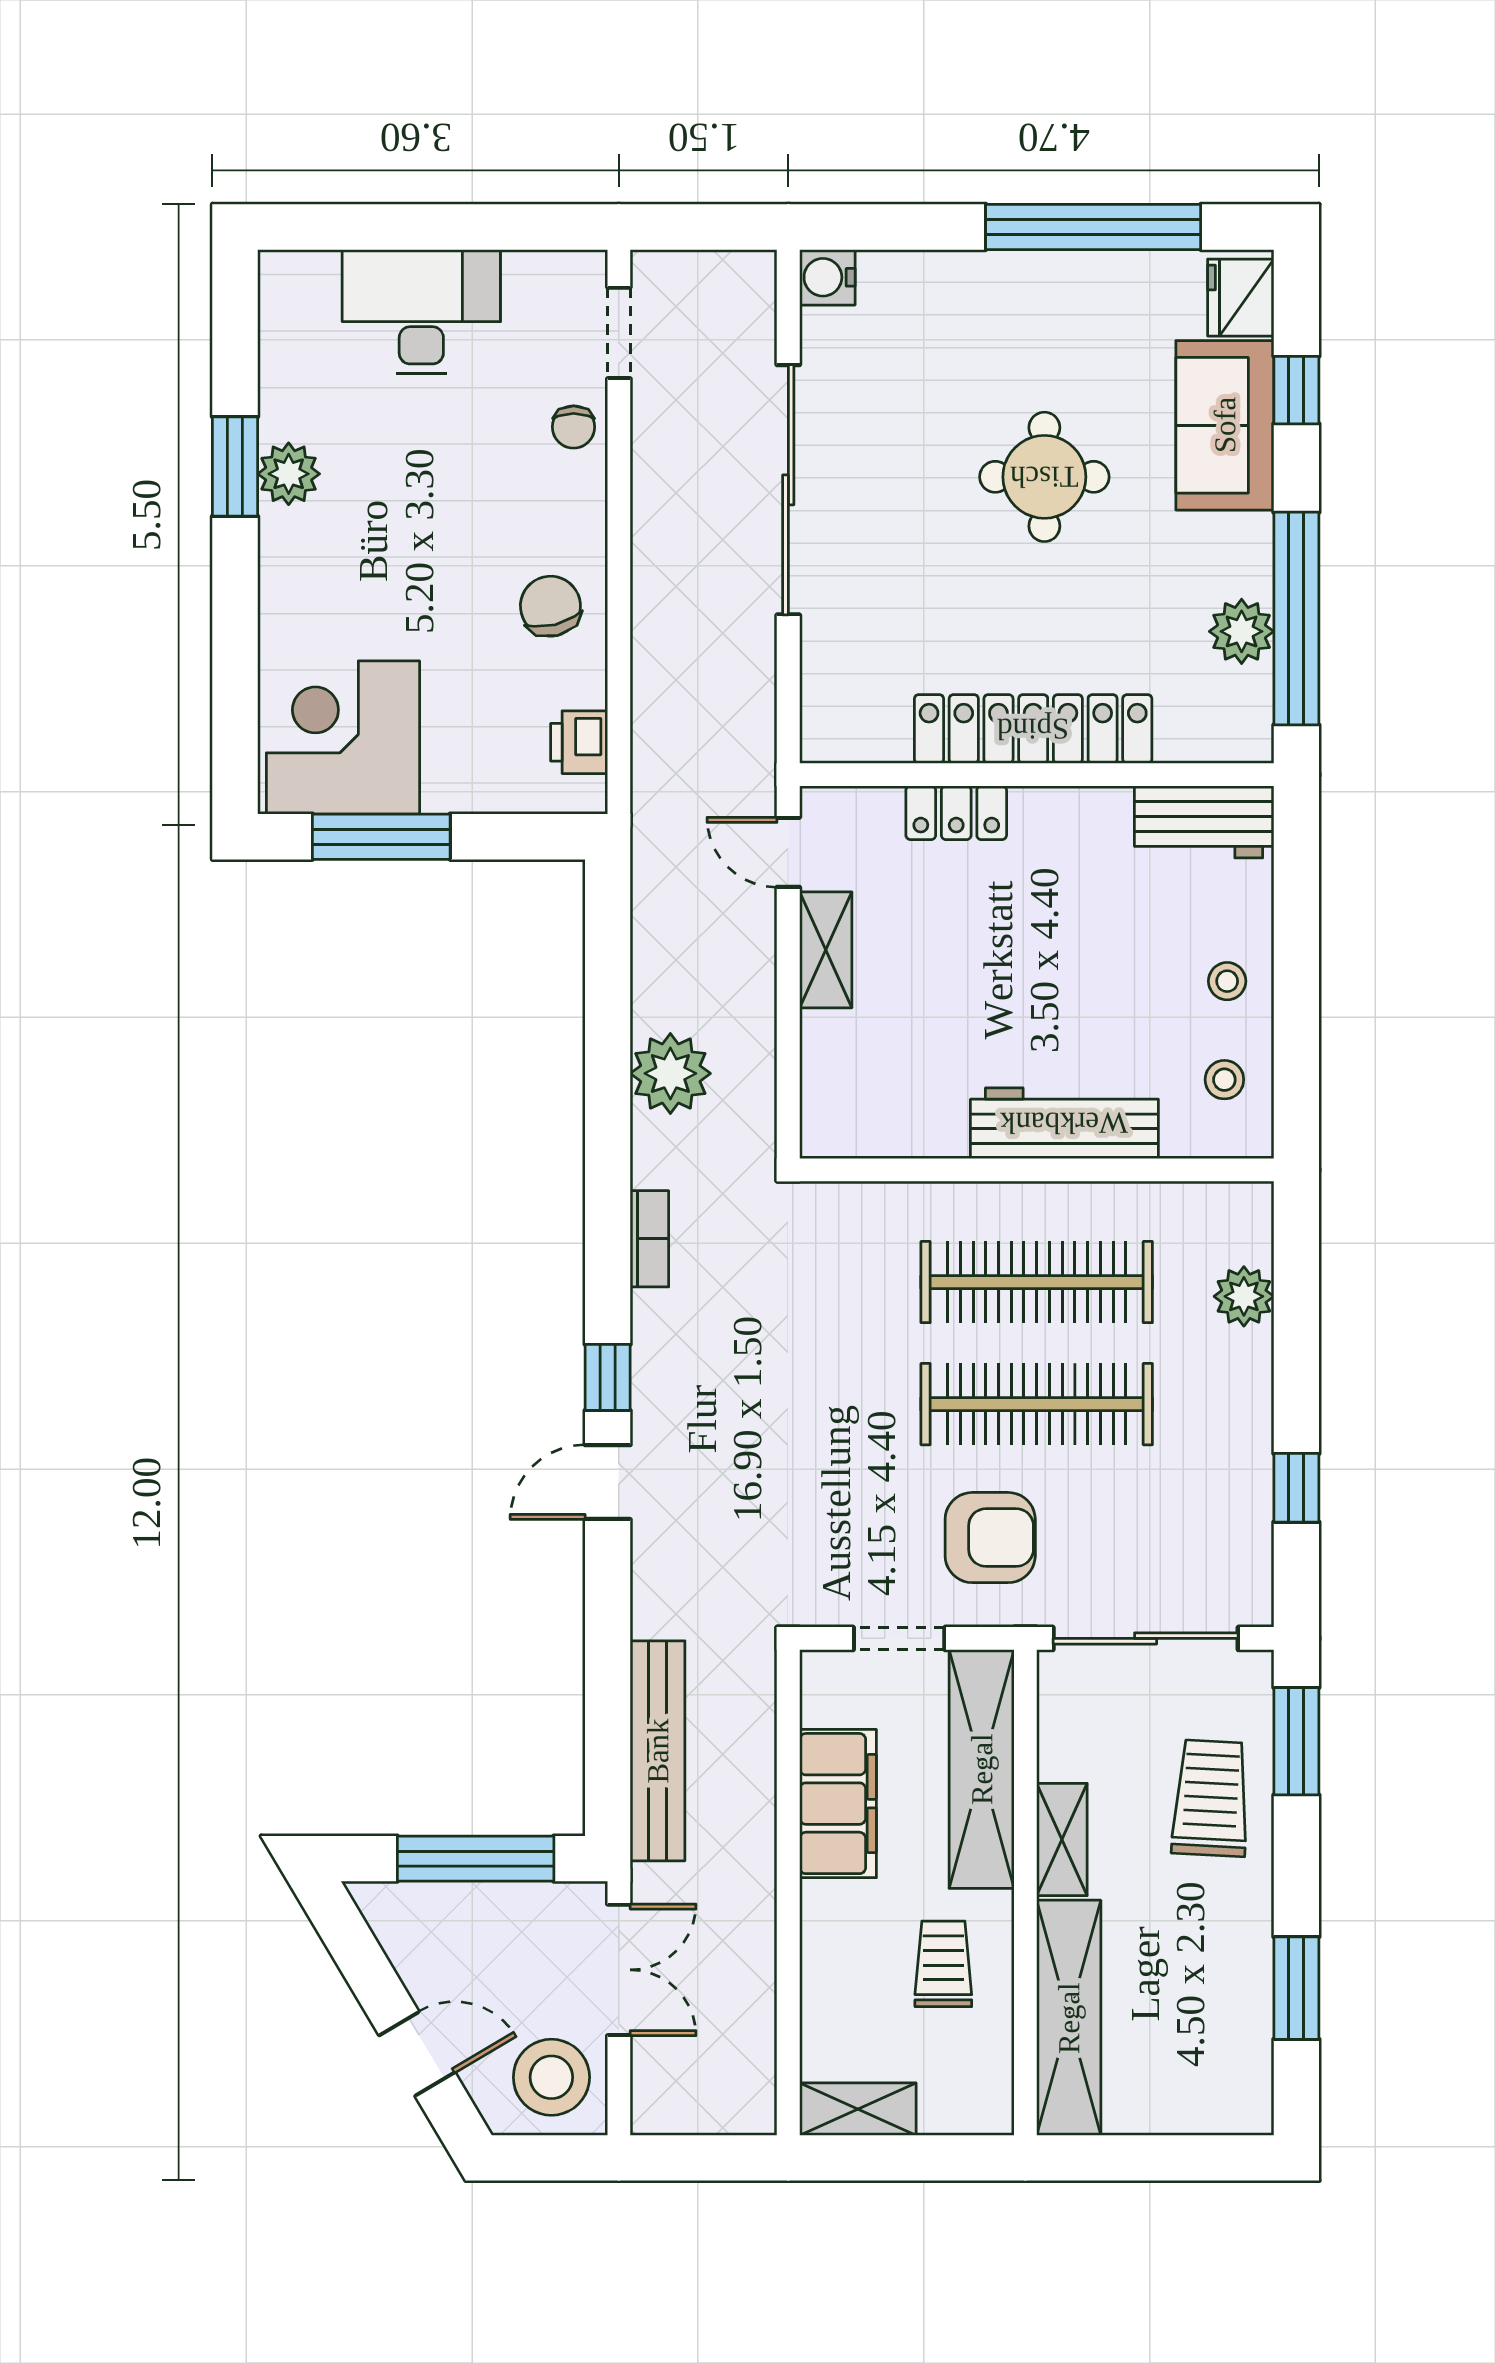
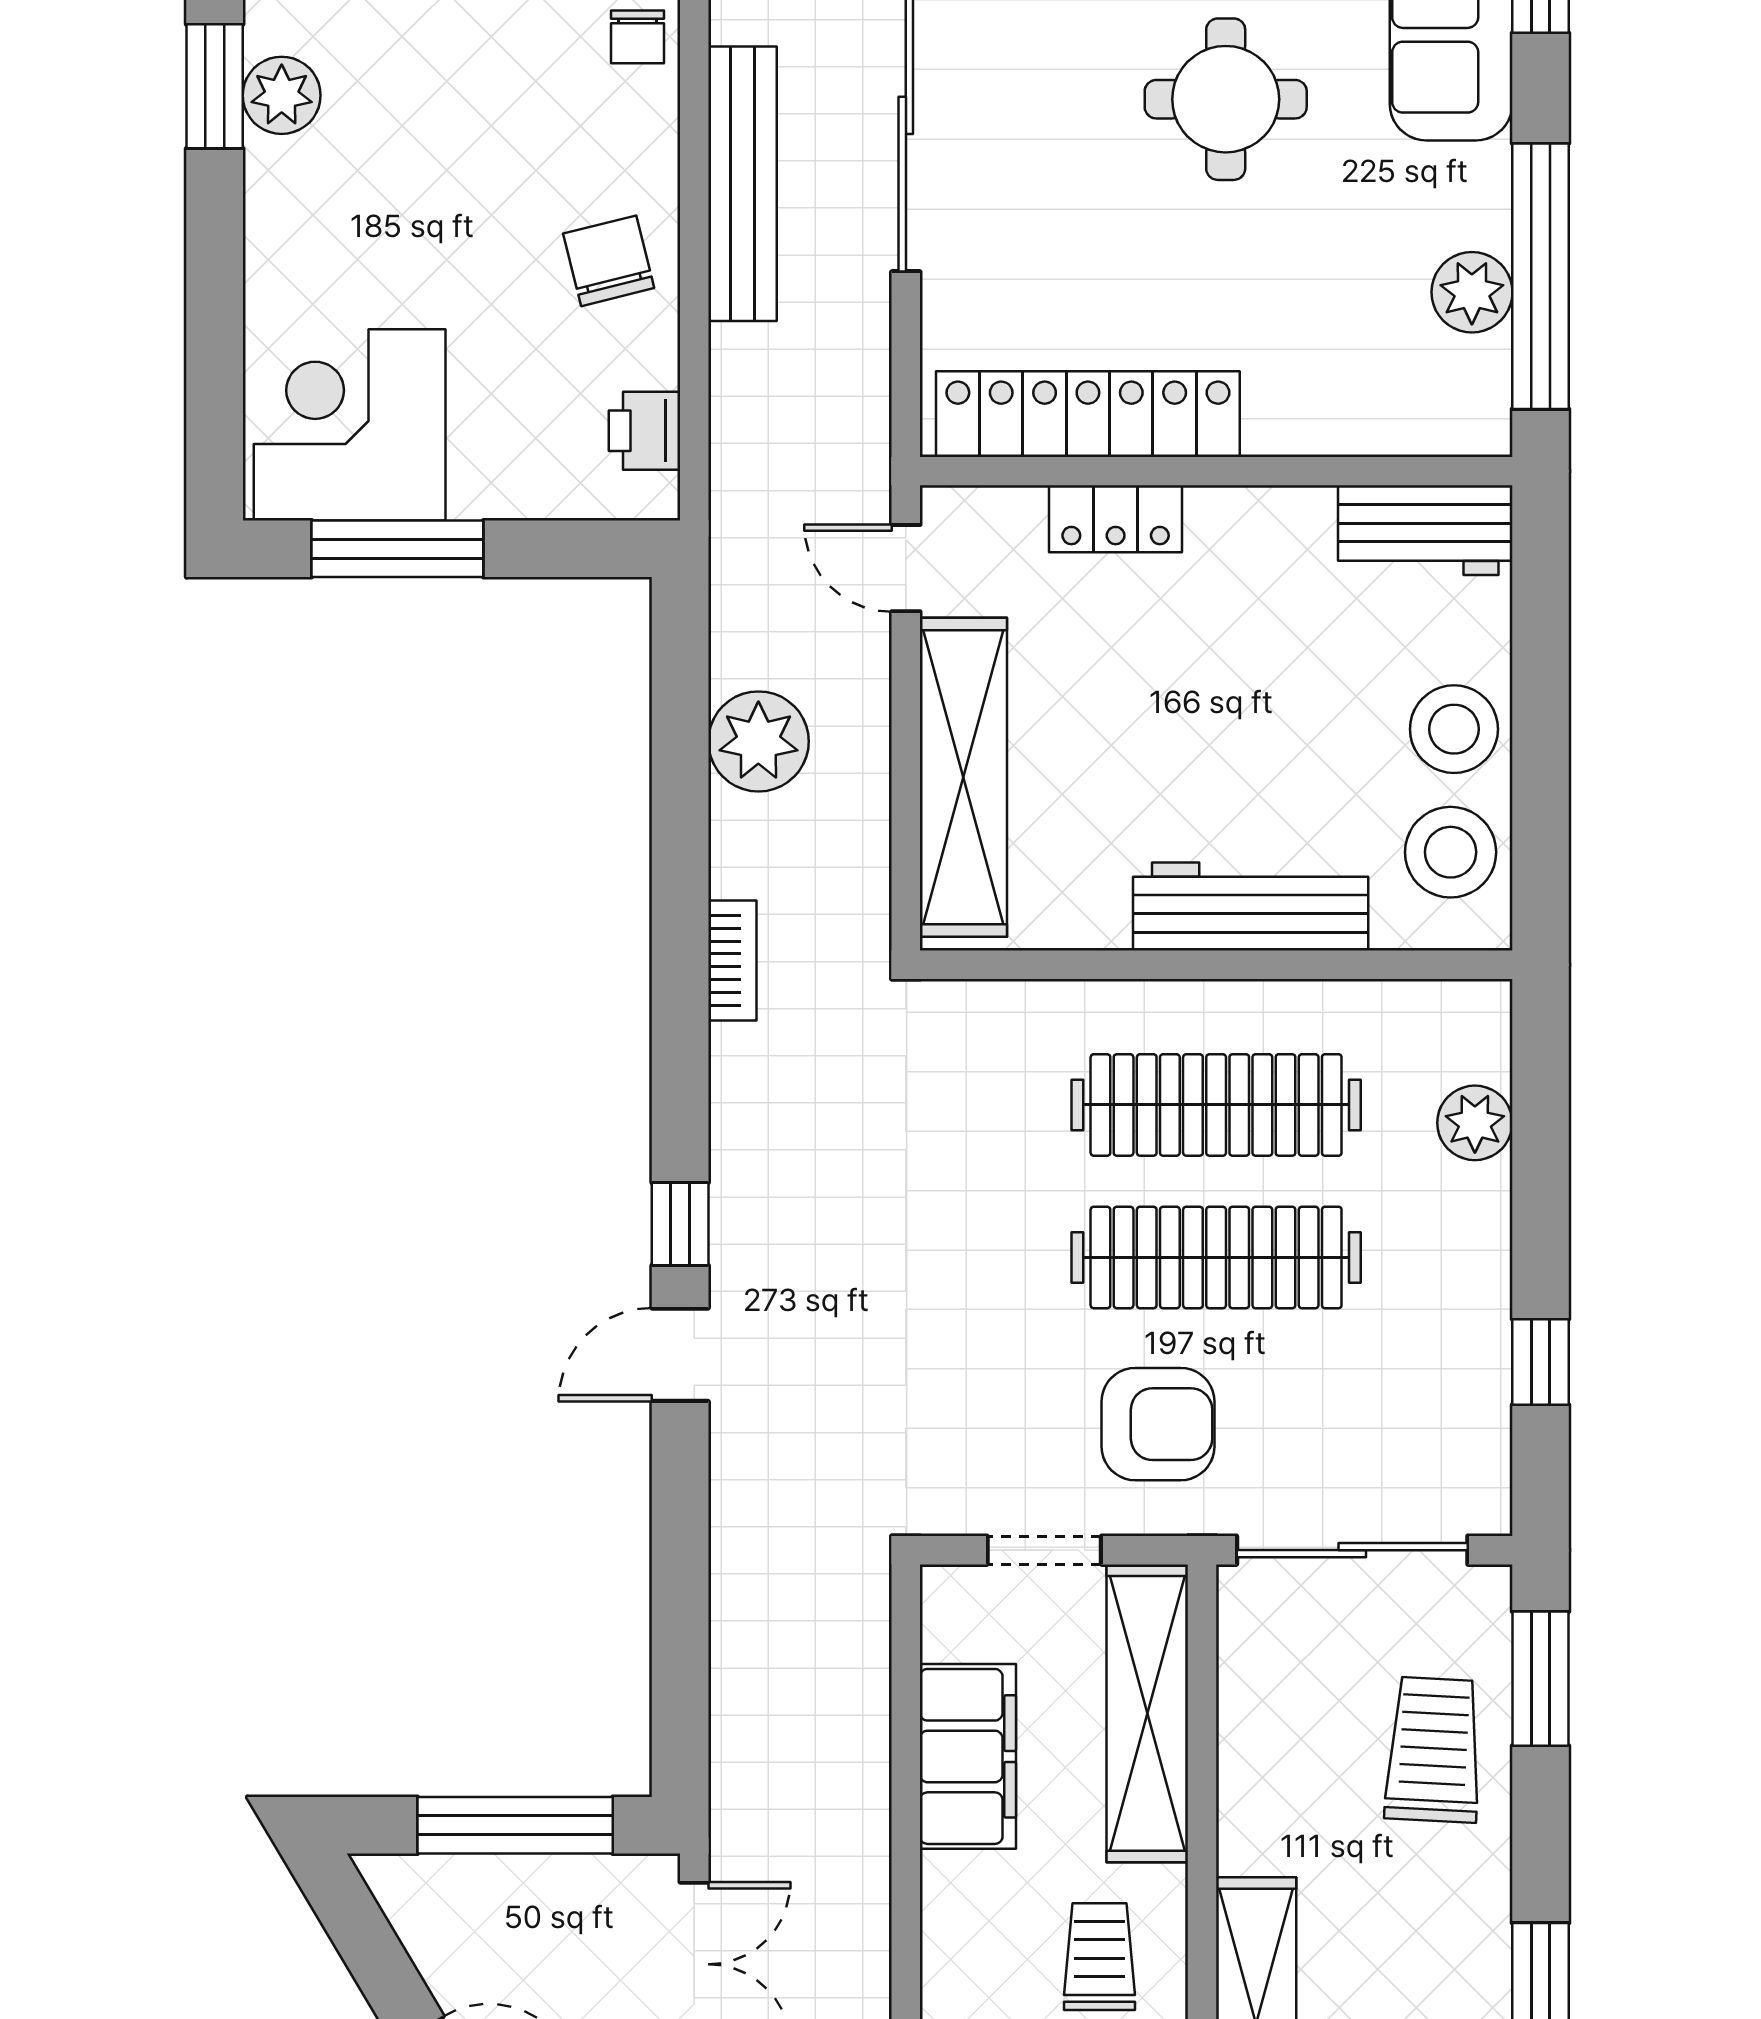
locker: (1033, 729) -> (1088, 414), moved
shelving: (826, 950) -> (963, 777), width x2.20, depth x1.33
stool: (1227, 981) -> (1454, 729), width x1.89, depth x1.89
plant: (670, 1073) -> (758, 741), moved
stool: (1224, 1080) -> (1451, 852), width x1.89, depth x1.89
bookcase: (649, 1239) -> (732, 960), moved
bench: (658, 1751) -> (742, 184), moved
shelving: (1062, 1839) -> (1248, 1801), removed

